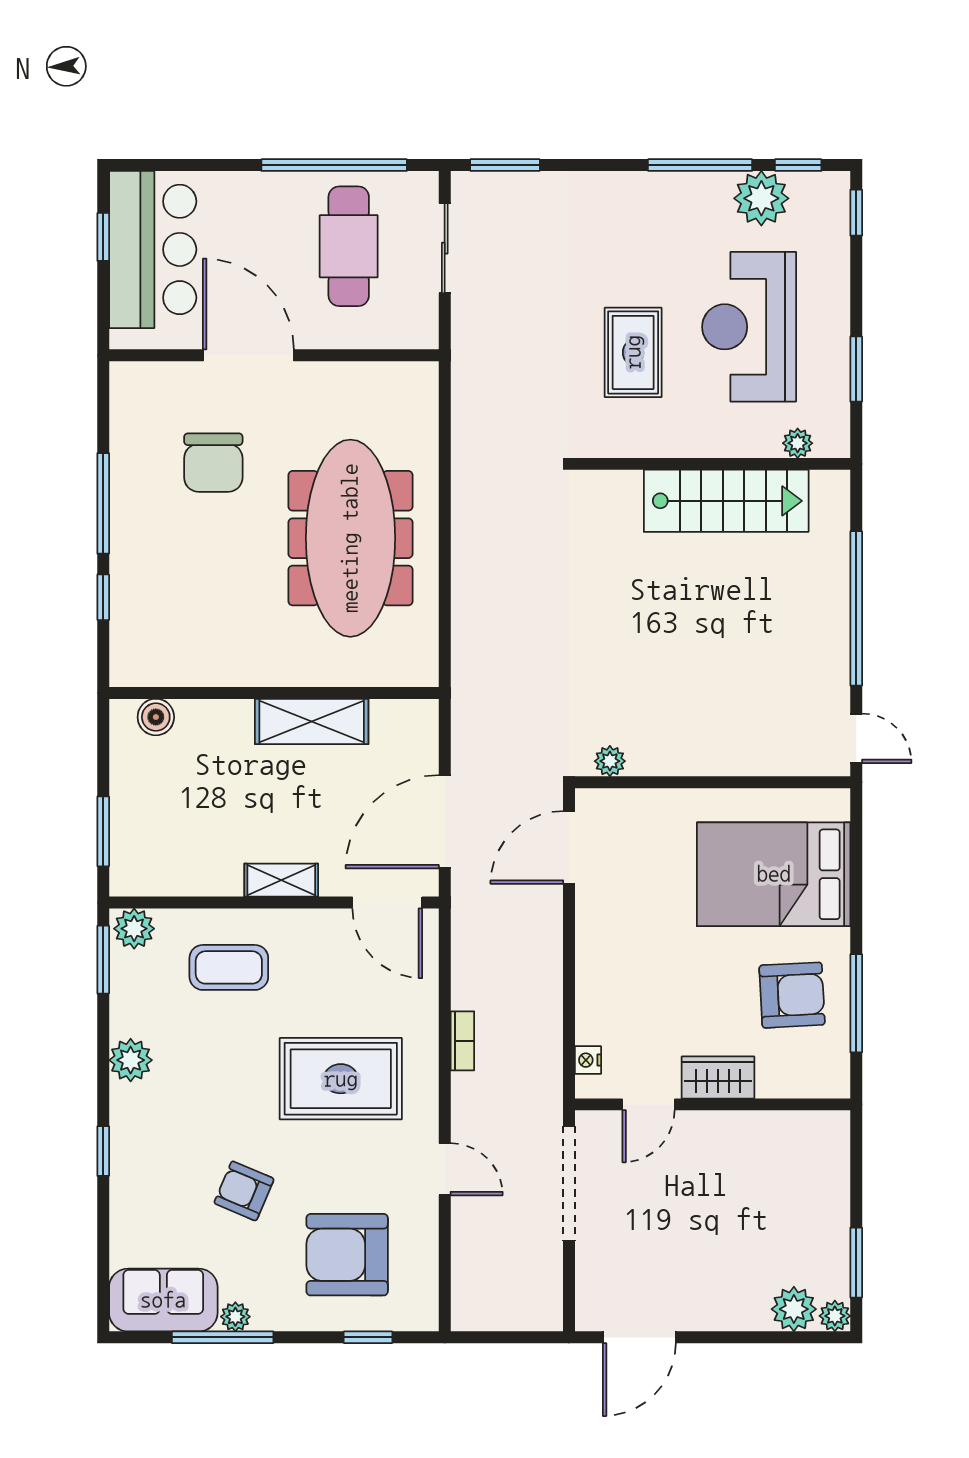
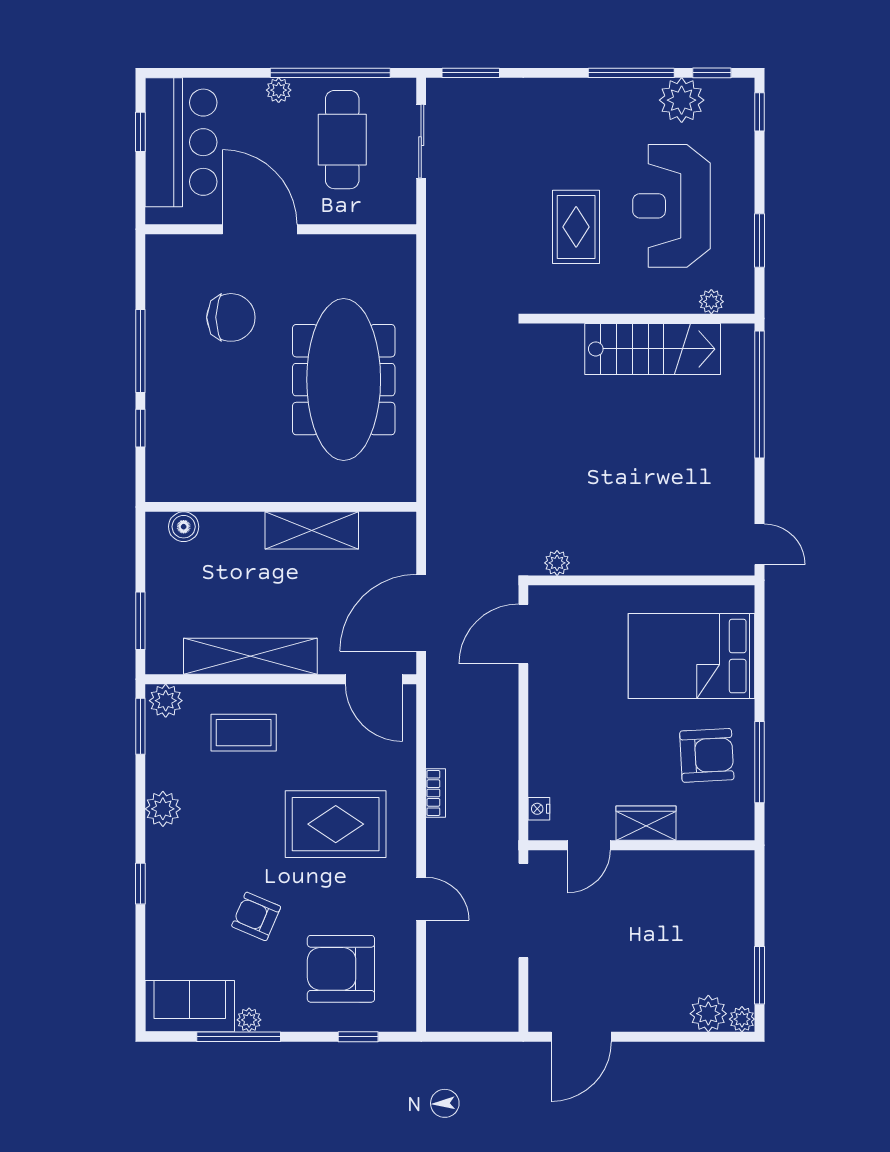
plant: (271, 186) -> (279, 90), added
chair: (213, 463) -> (231, 317), turned -90
window: (856, 608) -> (760, 395), moved
shelving: (281, 880) -> (250, 656), width x2.20, depth x1.33

